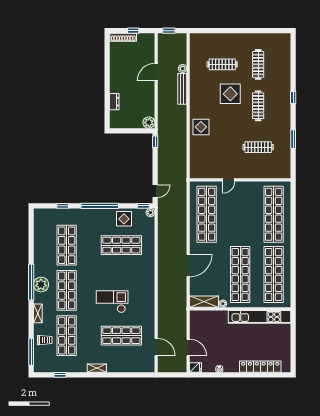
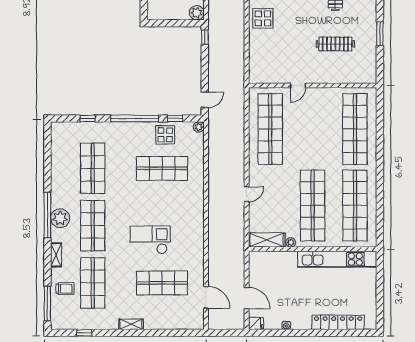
window: (143, 206) -> (175, 118), moved
door: (188, 266) -> (247, 194), width x0.53

